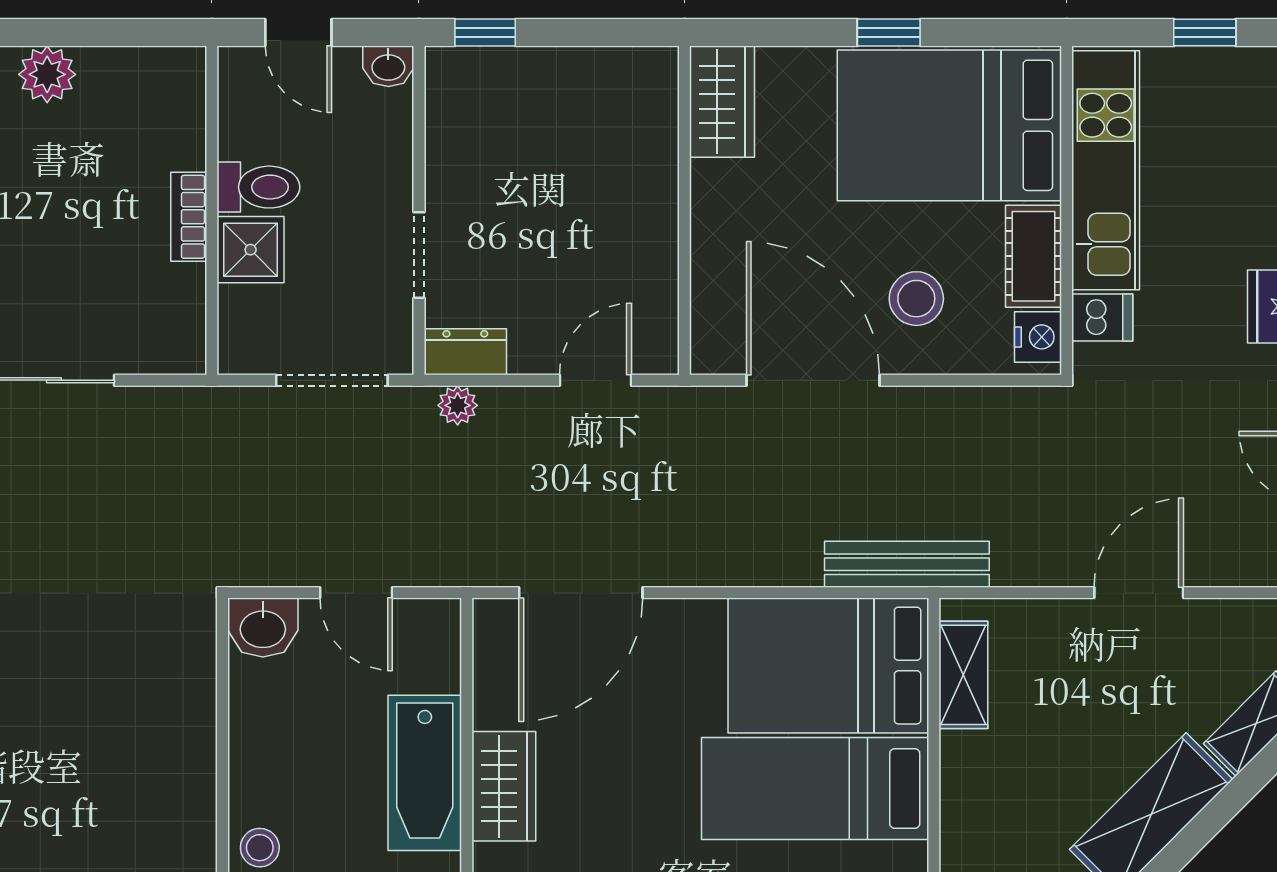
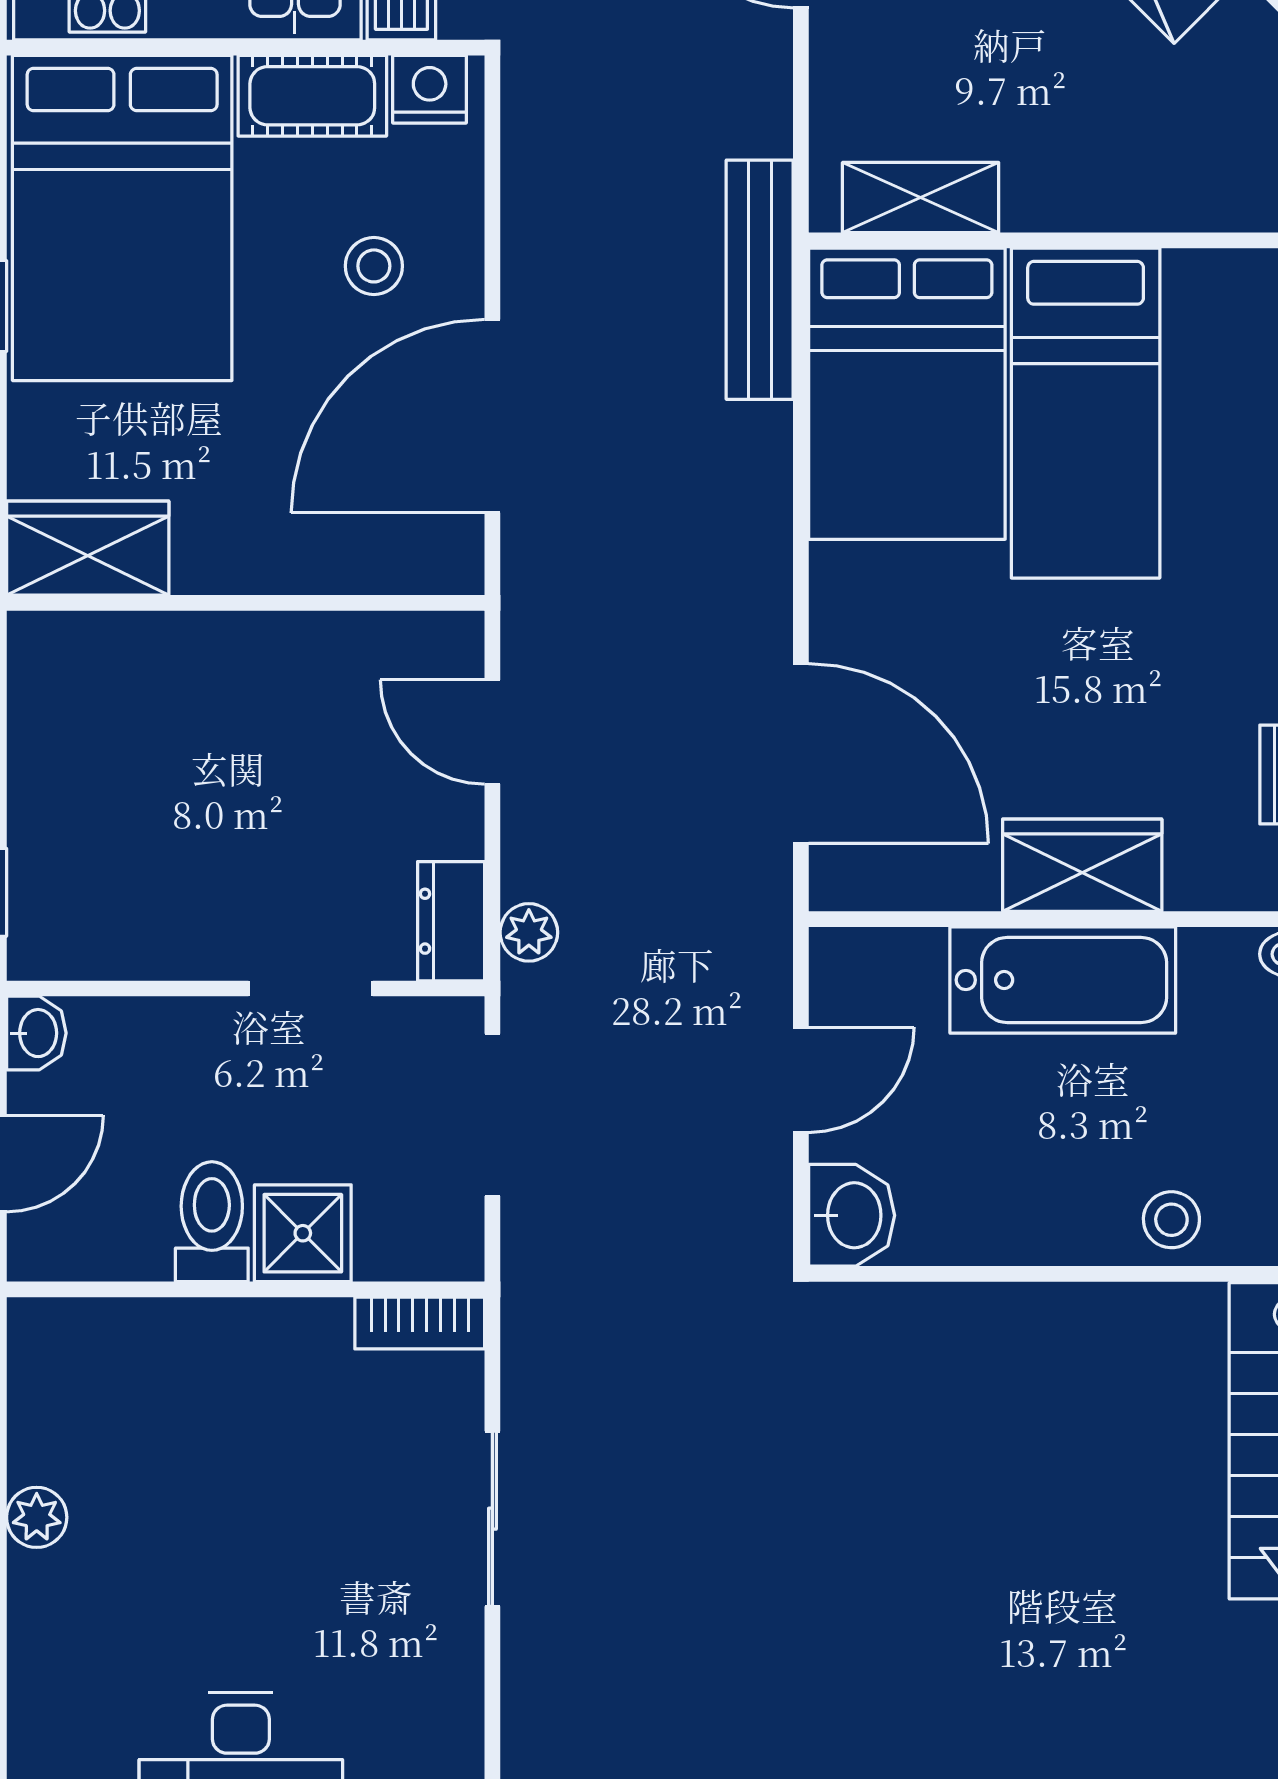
plant: (47, 74) -> (37, 1517), width x0.73, depth x0.73
bookcase: (189, 217) -> (420, 1323), moved
stool: (916, 299) -> (374, 266), width x0.73, depth x0.73

